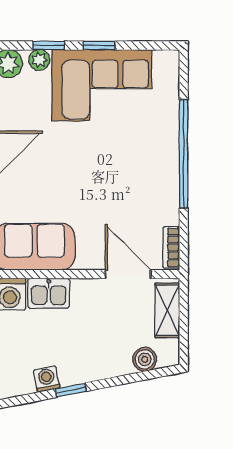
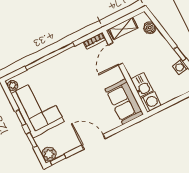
plant: (39, 60) -> (13, 86), moved

